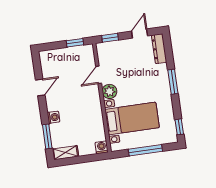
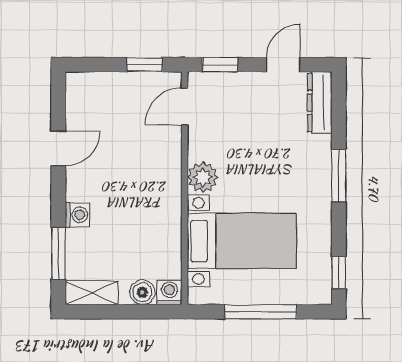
door: (99, 75) -> (185, 107), moved
boiler: (89, 149) -> (142, 292), added

